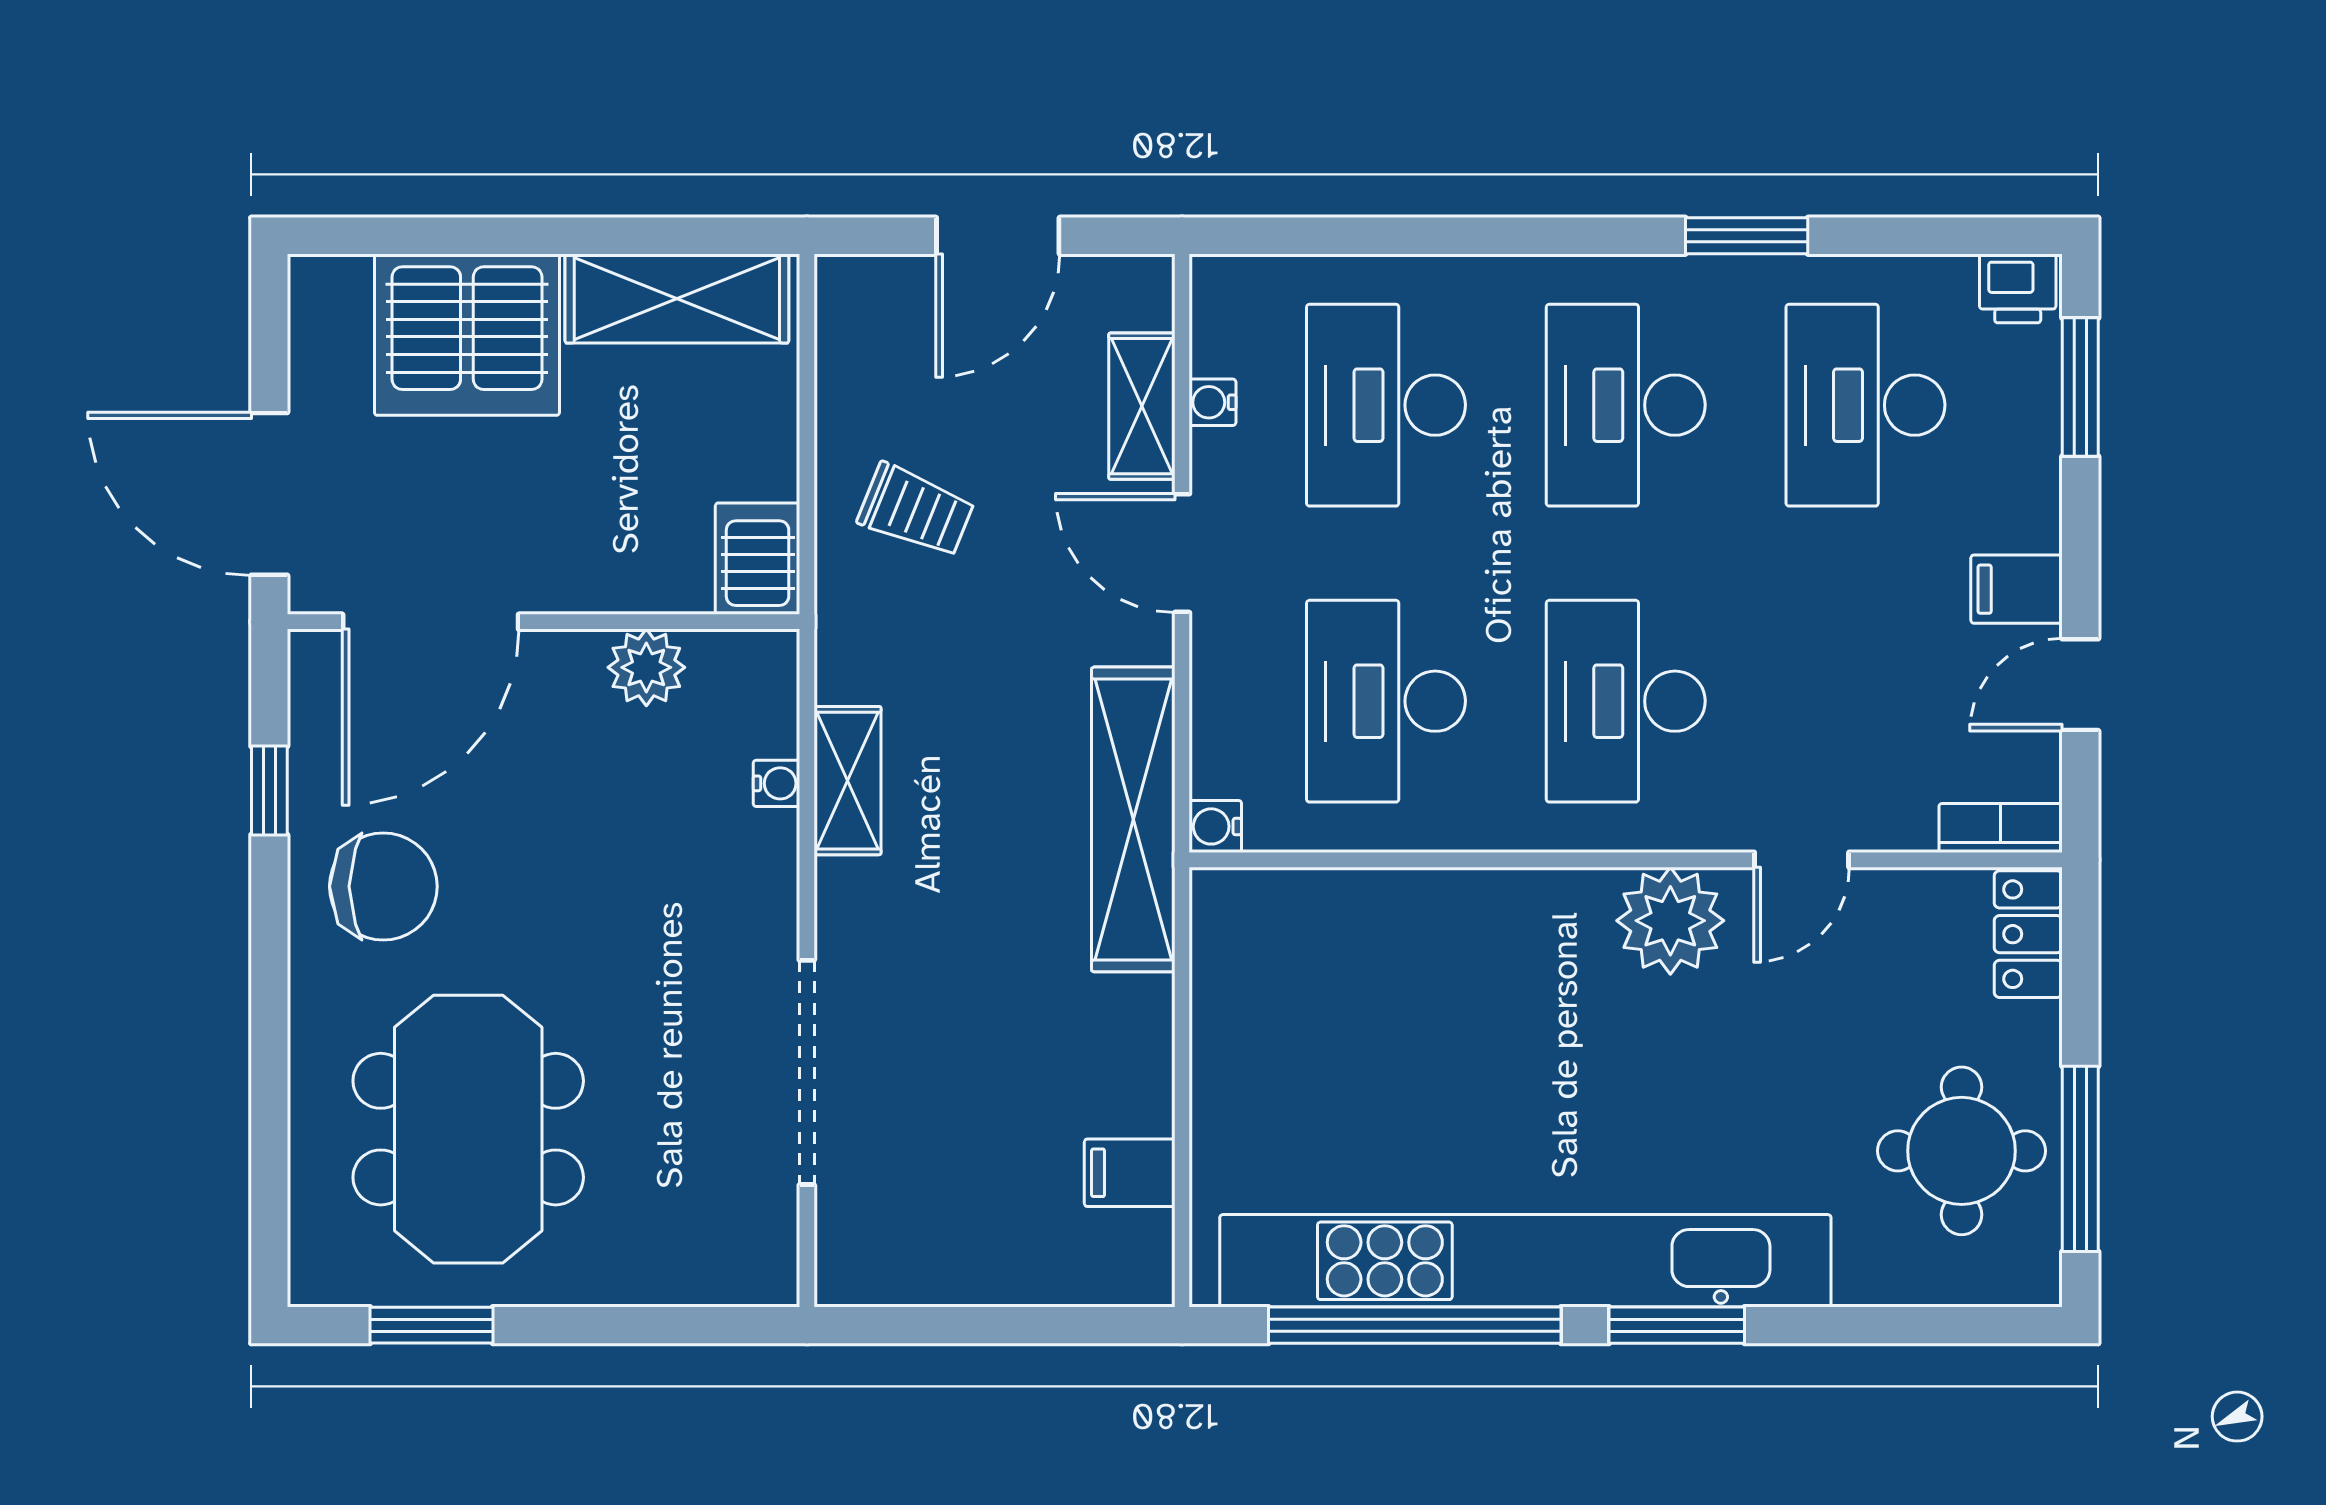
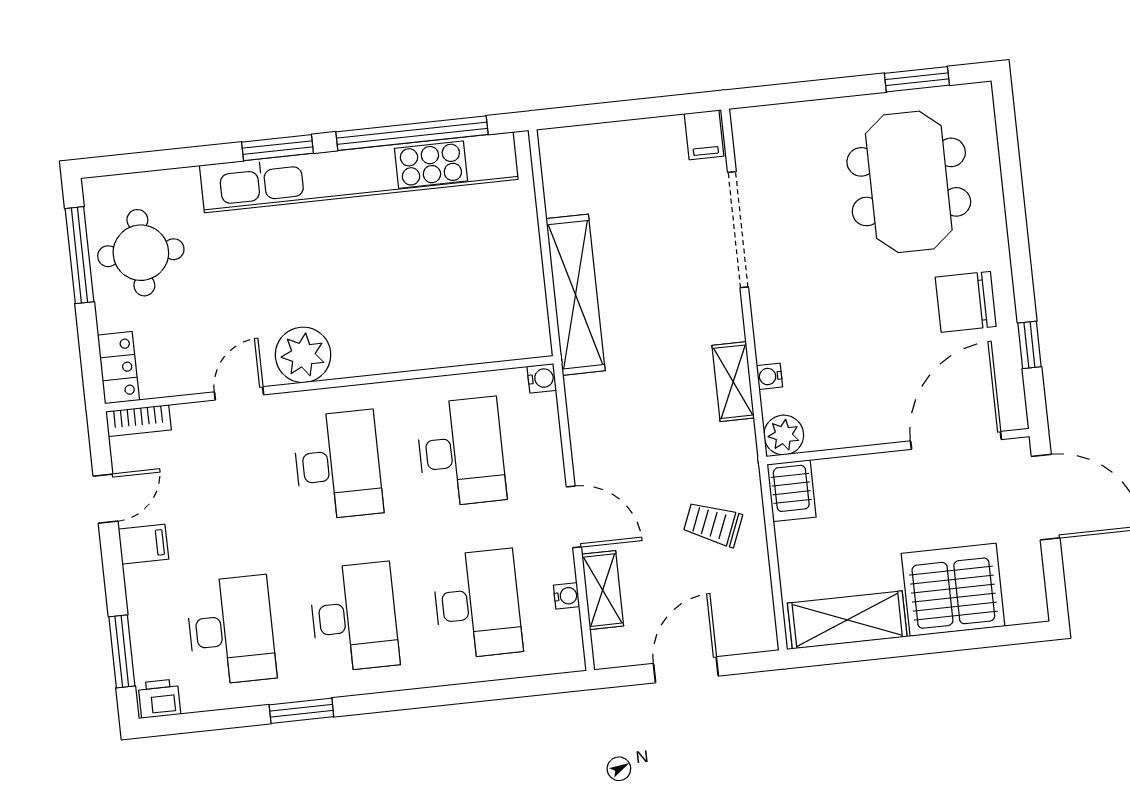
plant: (646, 667) -> (784, 435), moved
shelving: (1133, 819) -> (576, 295), moved
filing cabinet: (1130, 1173) -> (704, 135), moved, turned 90

